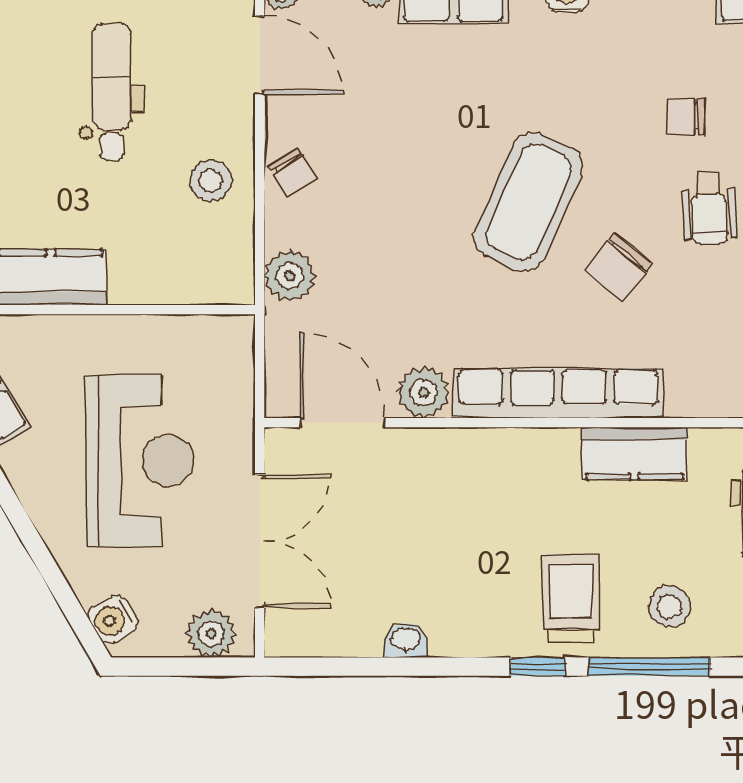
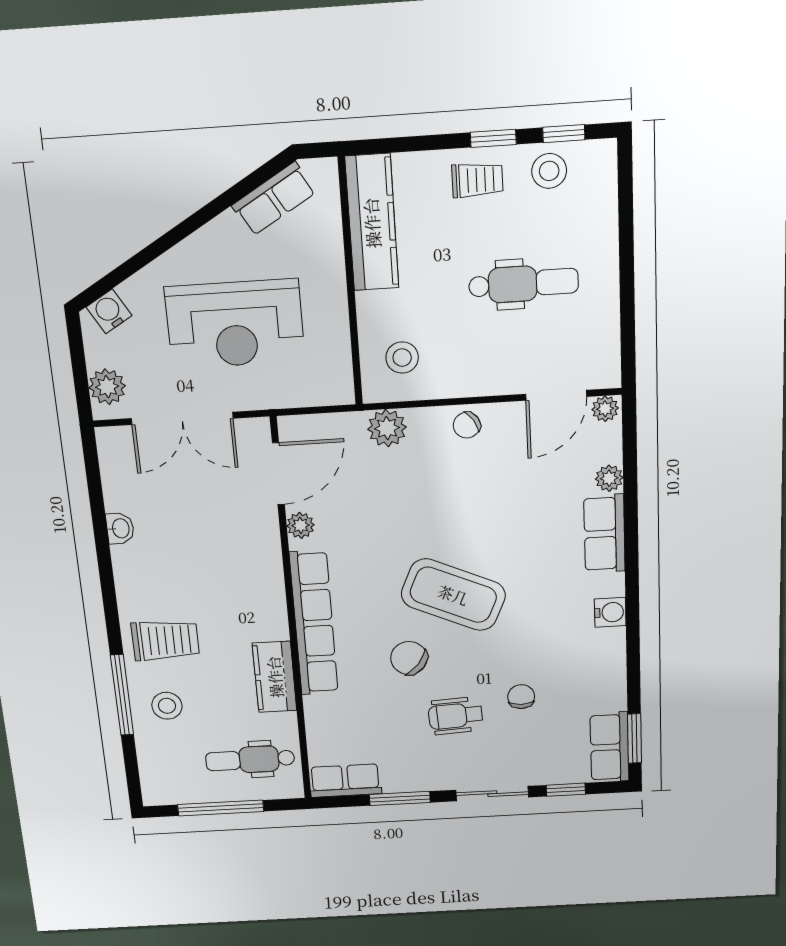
stool: (210, 181) -> (402, 358), moved
plant: (424, 392) -> (300, 525), width x0.73, depth x0.73
window: (537, 667) -> (112, 620), removed

